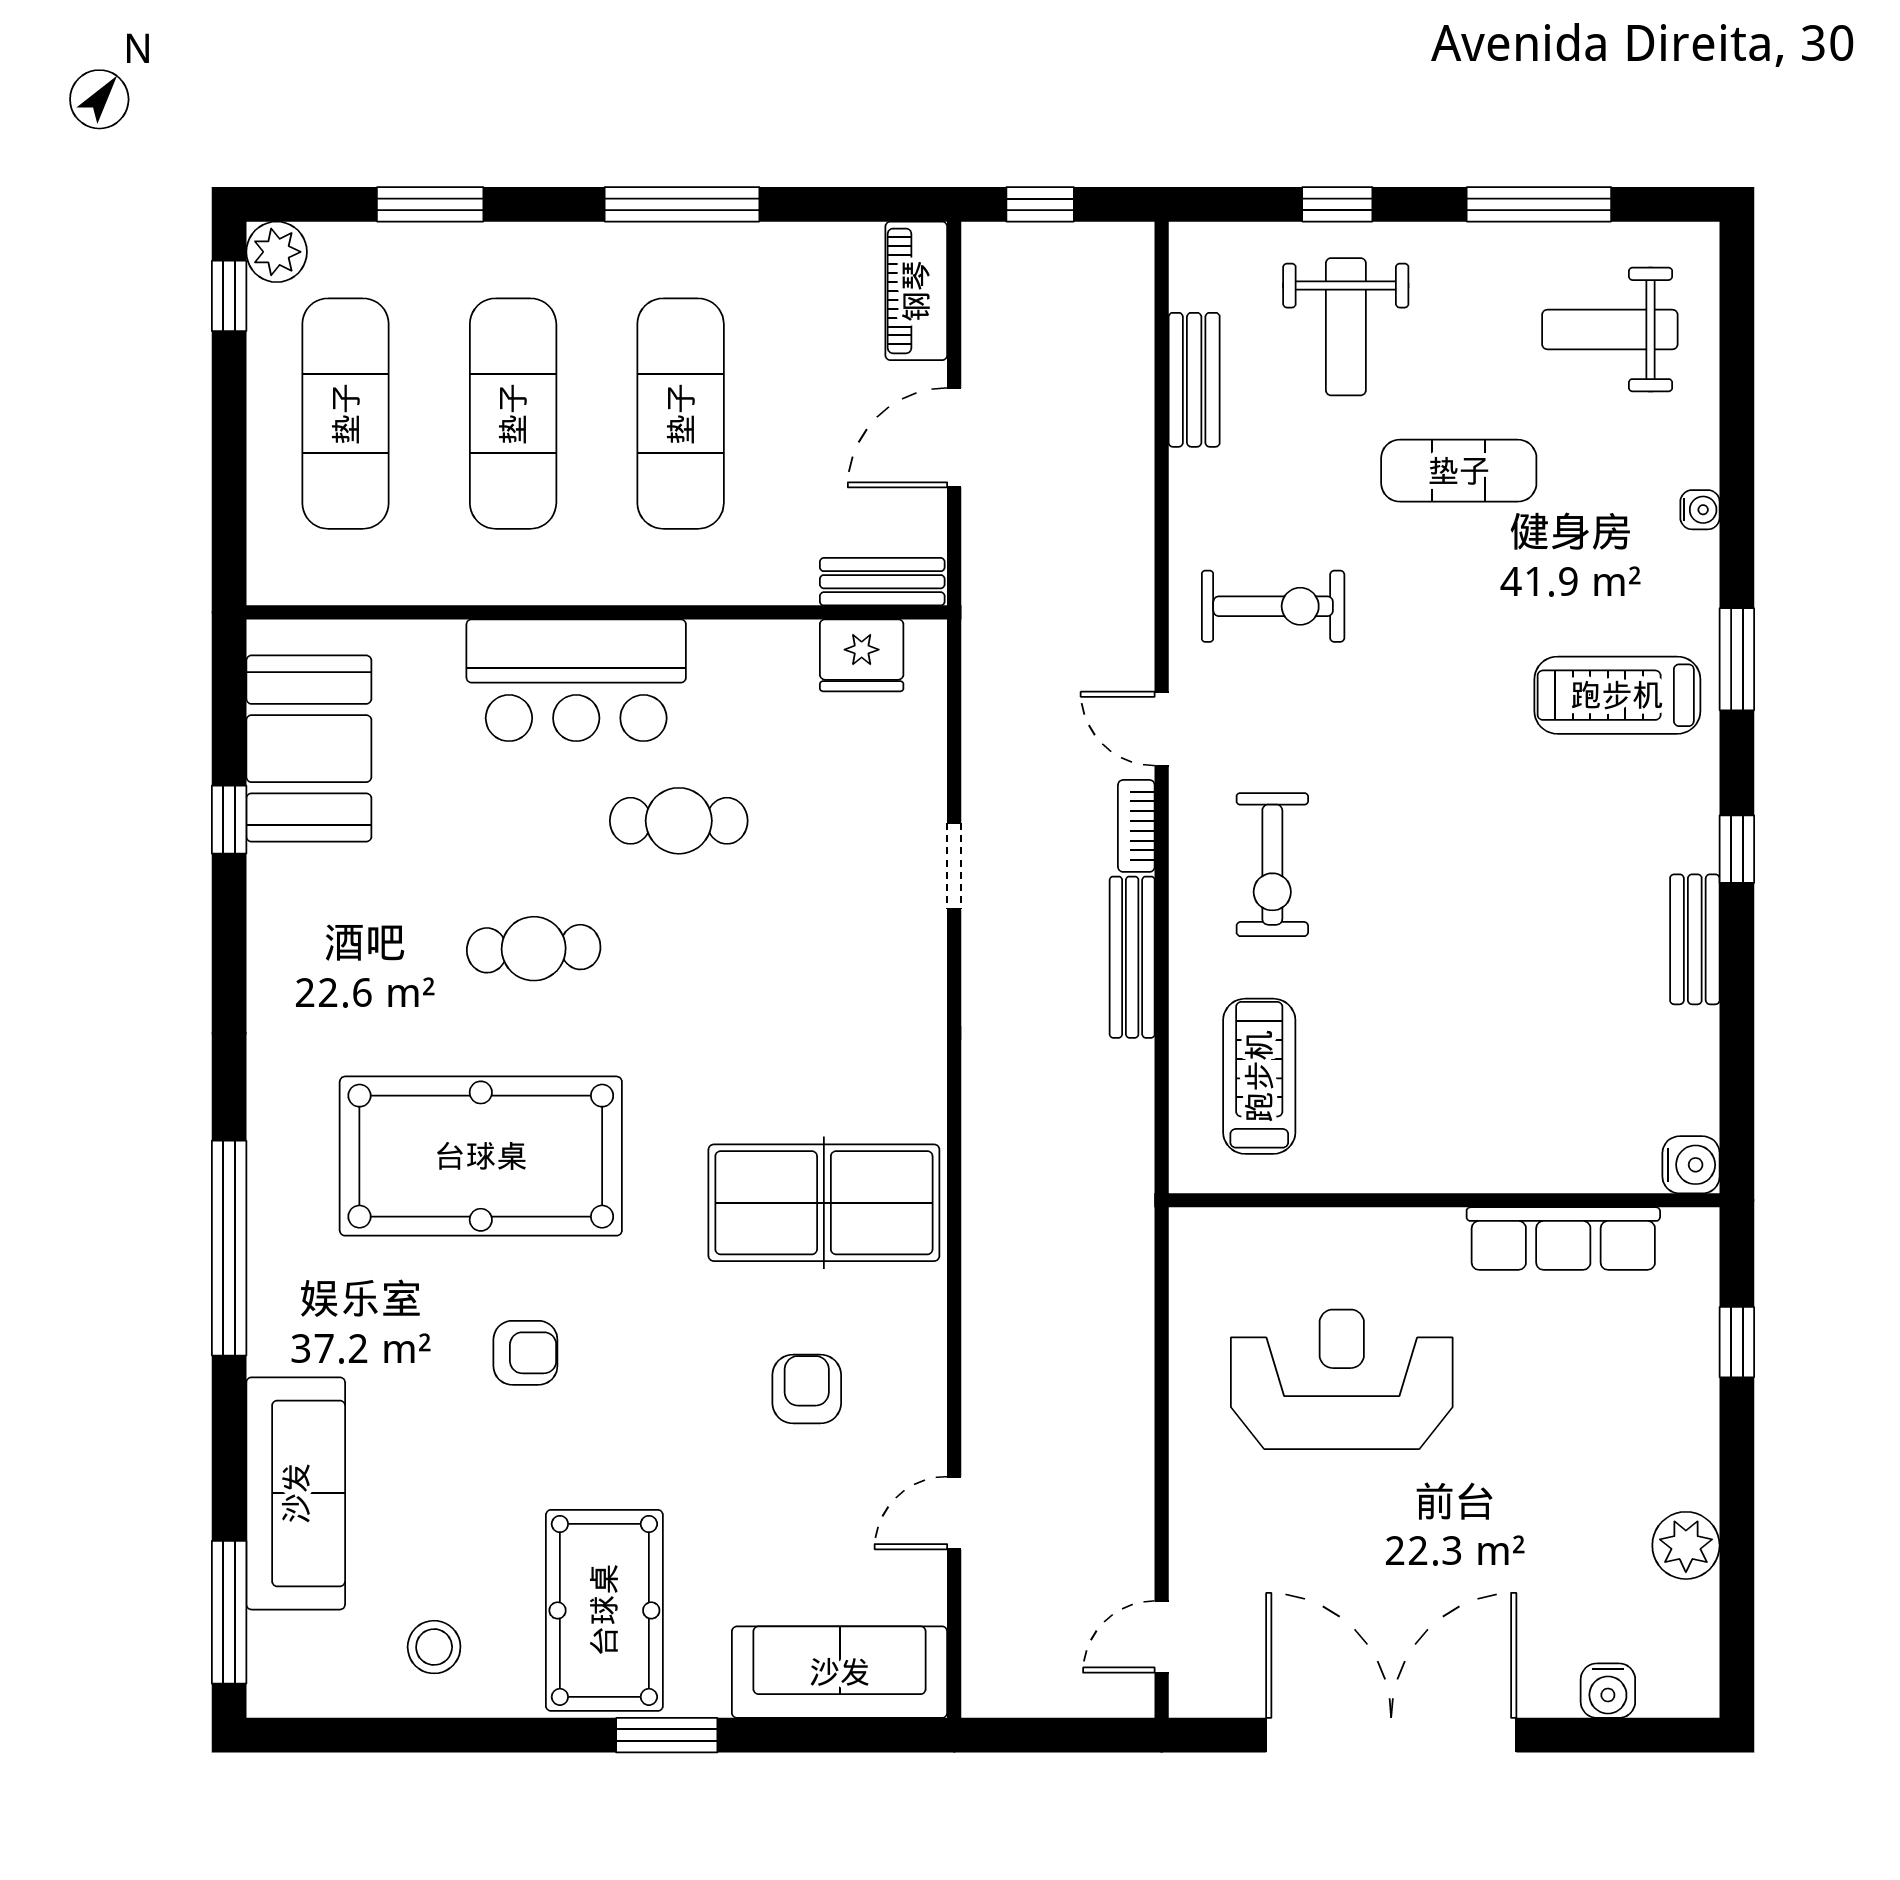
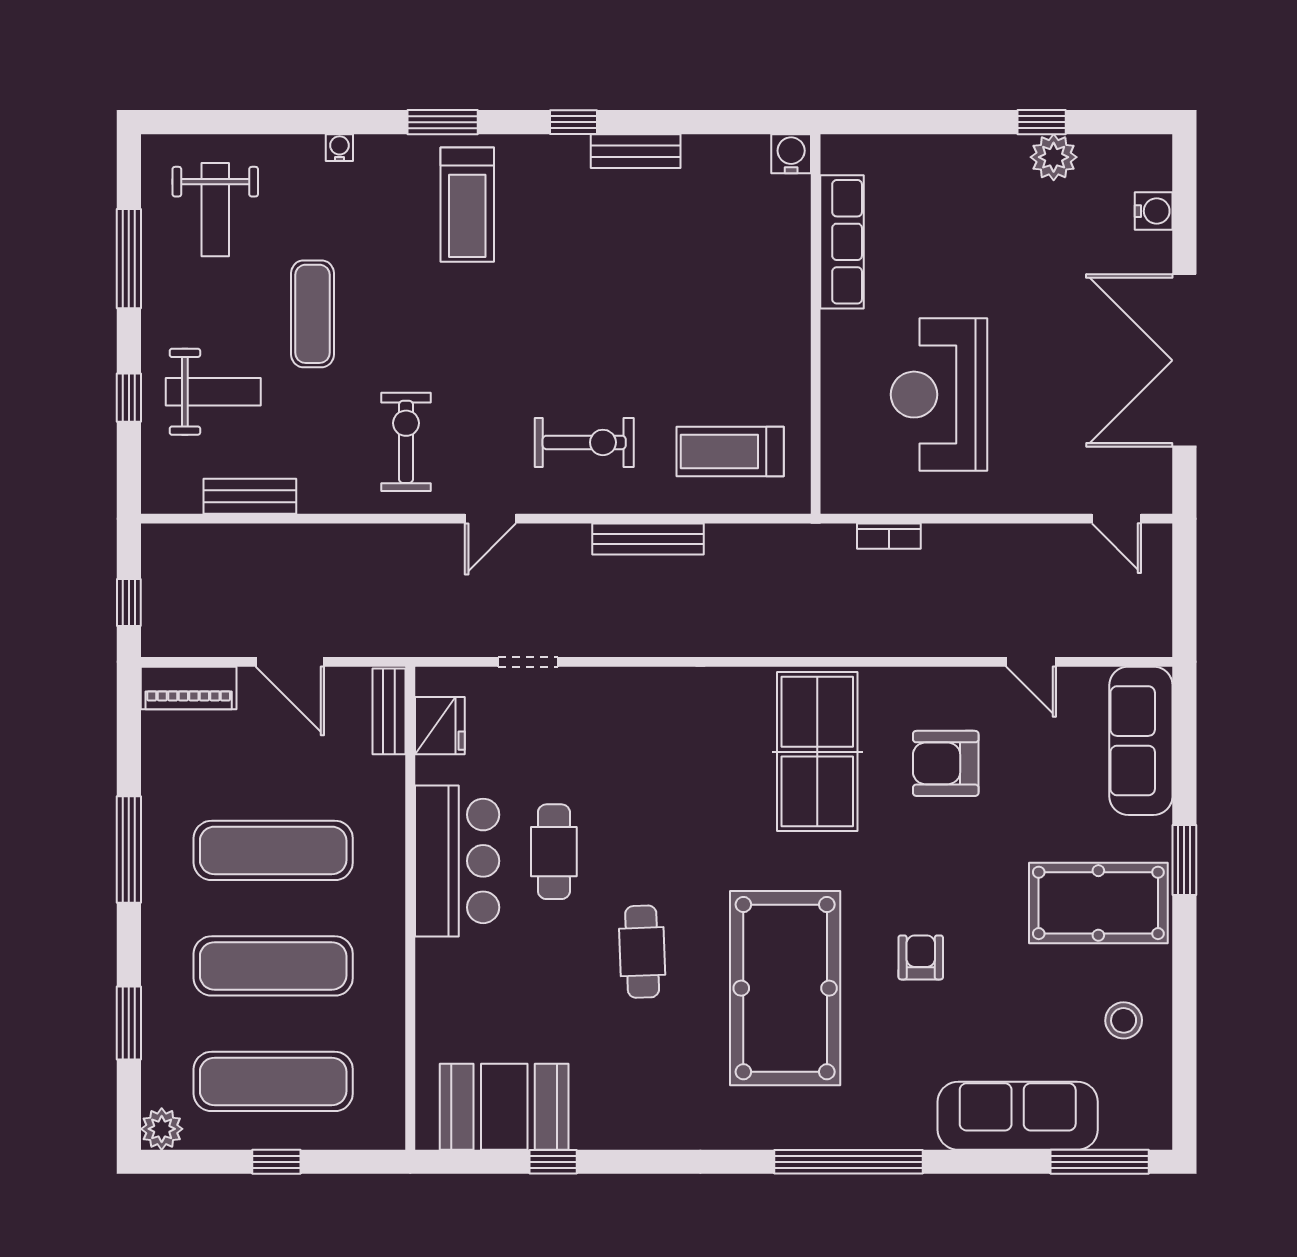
window: (229, 296) -> (276, 1162), moved
bar counter: (576, 680) -> (457, 861), moved
bookcase: (1136, 826) -> (889, 536), moved
doorway: (954, 866) -> (528, 662), moved
window: (1737, 1342) -> (1042, 122), moved
armchair: (807, 1389) -> (946, 763), width x1.38, depth x1.38

